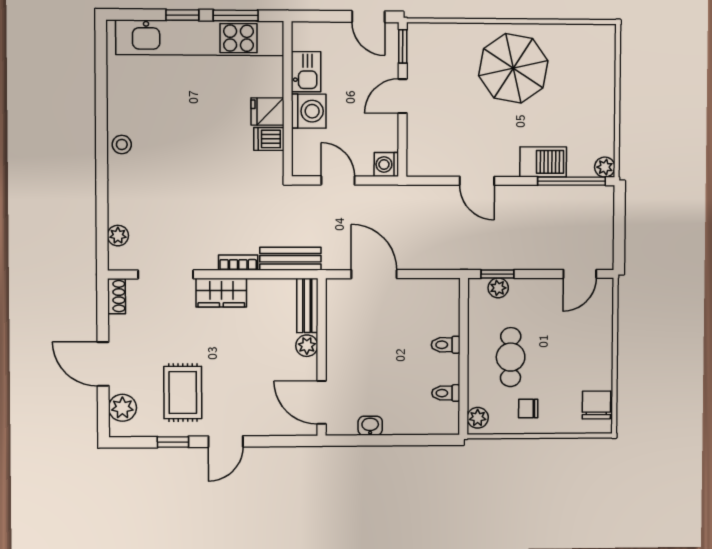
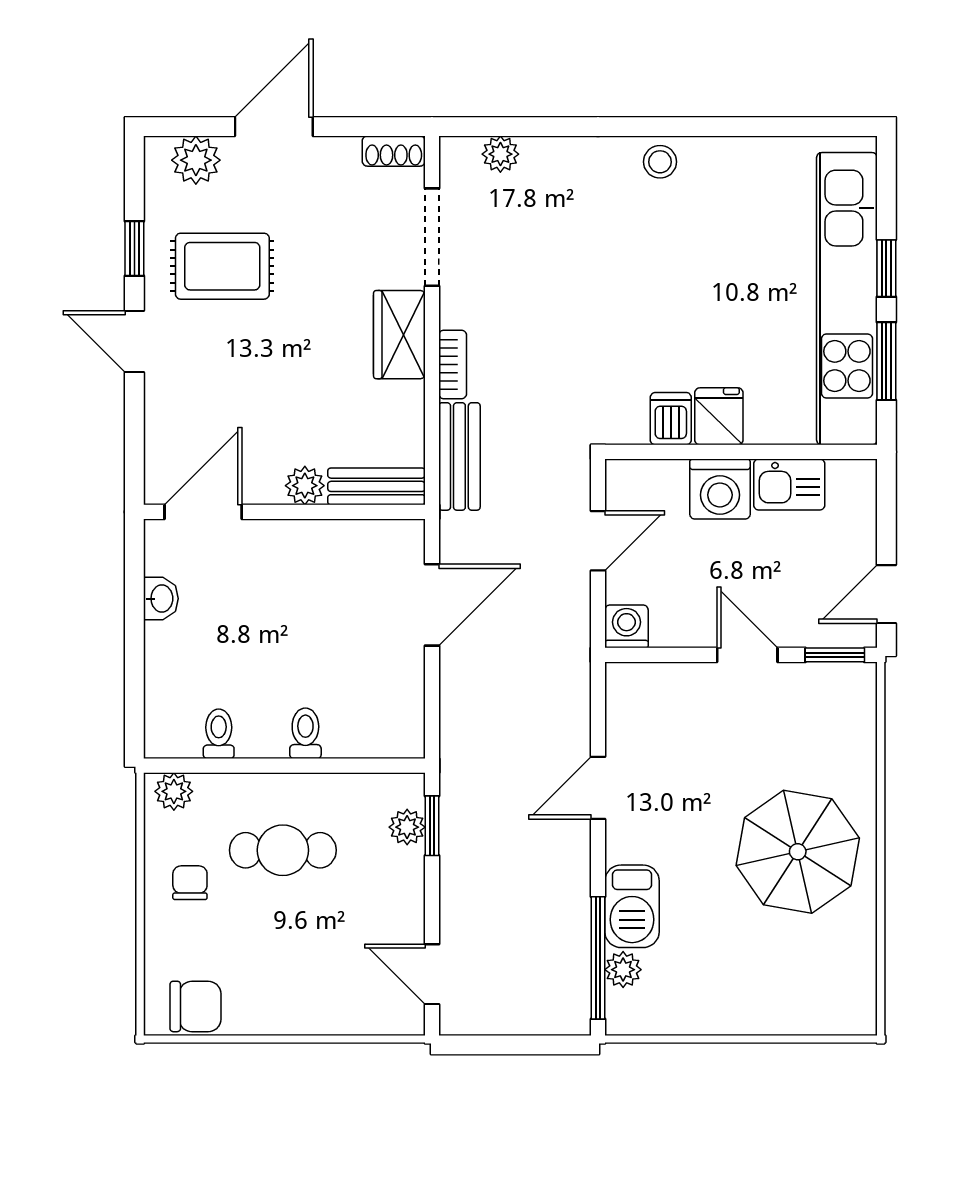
plant: (605, 167) -> (623, 970), moved

